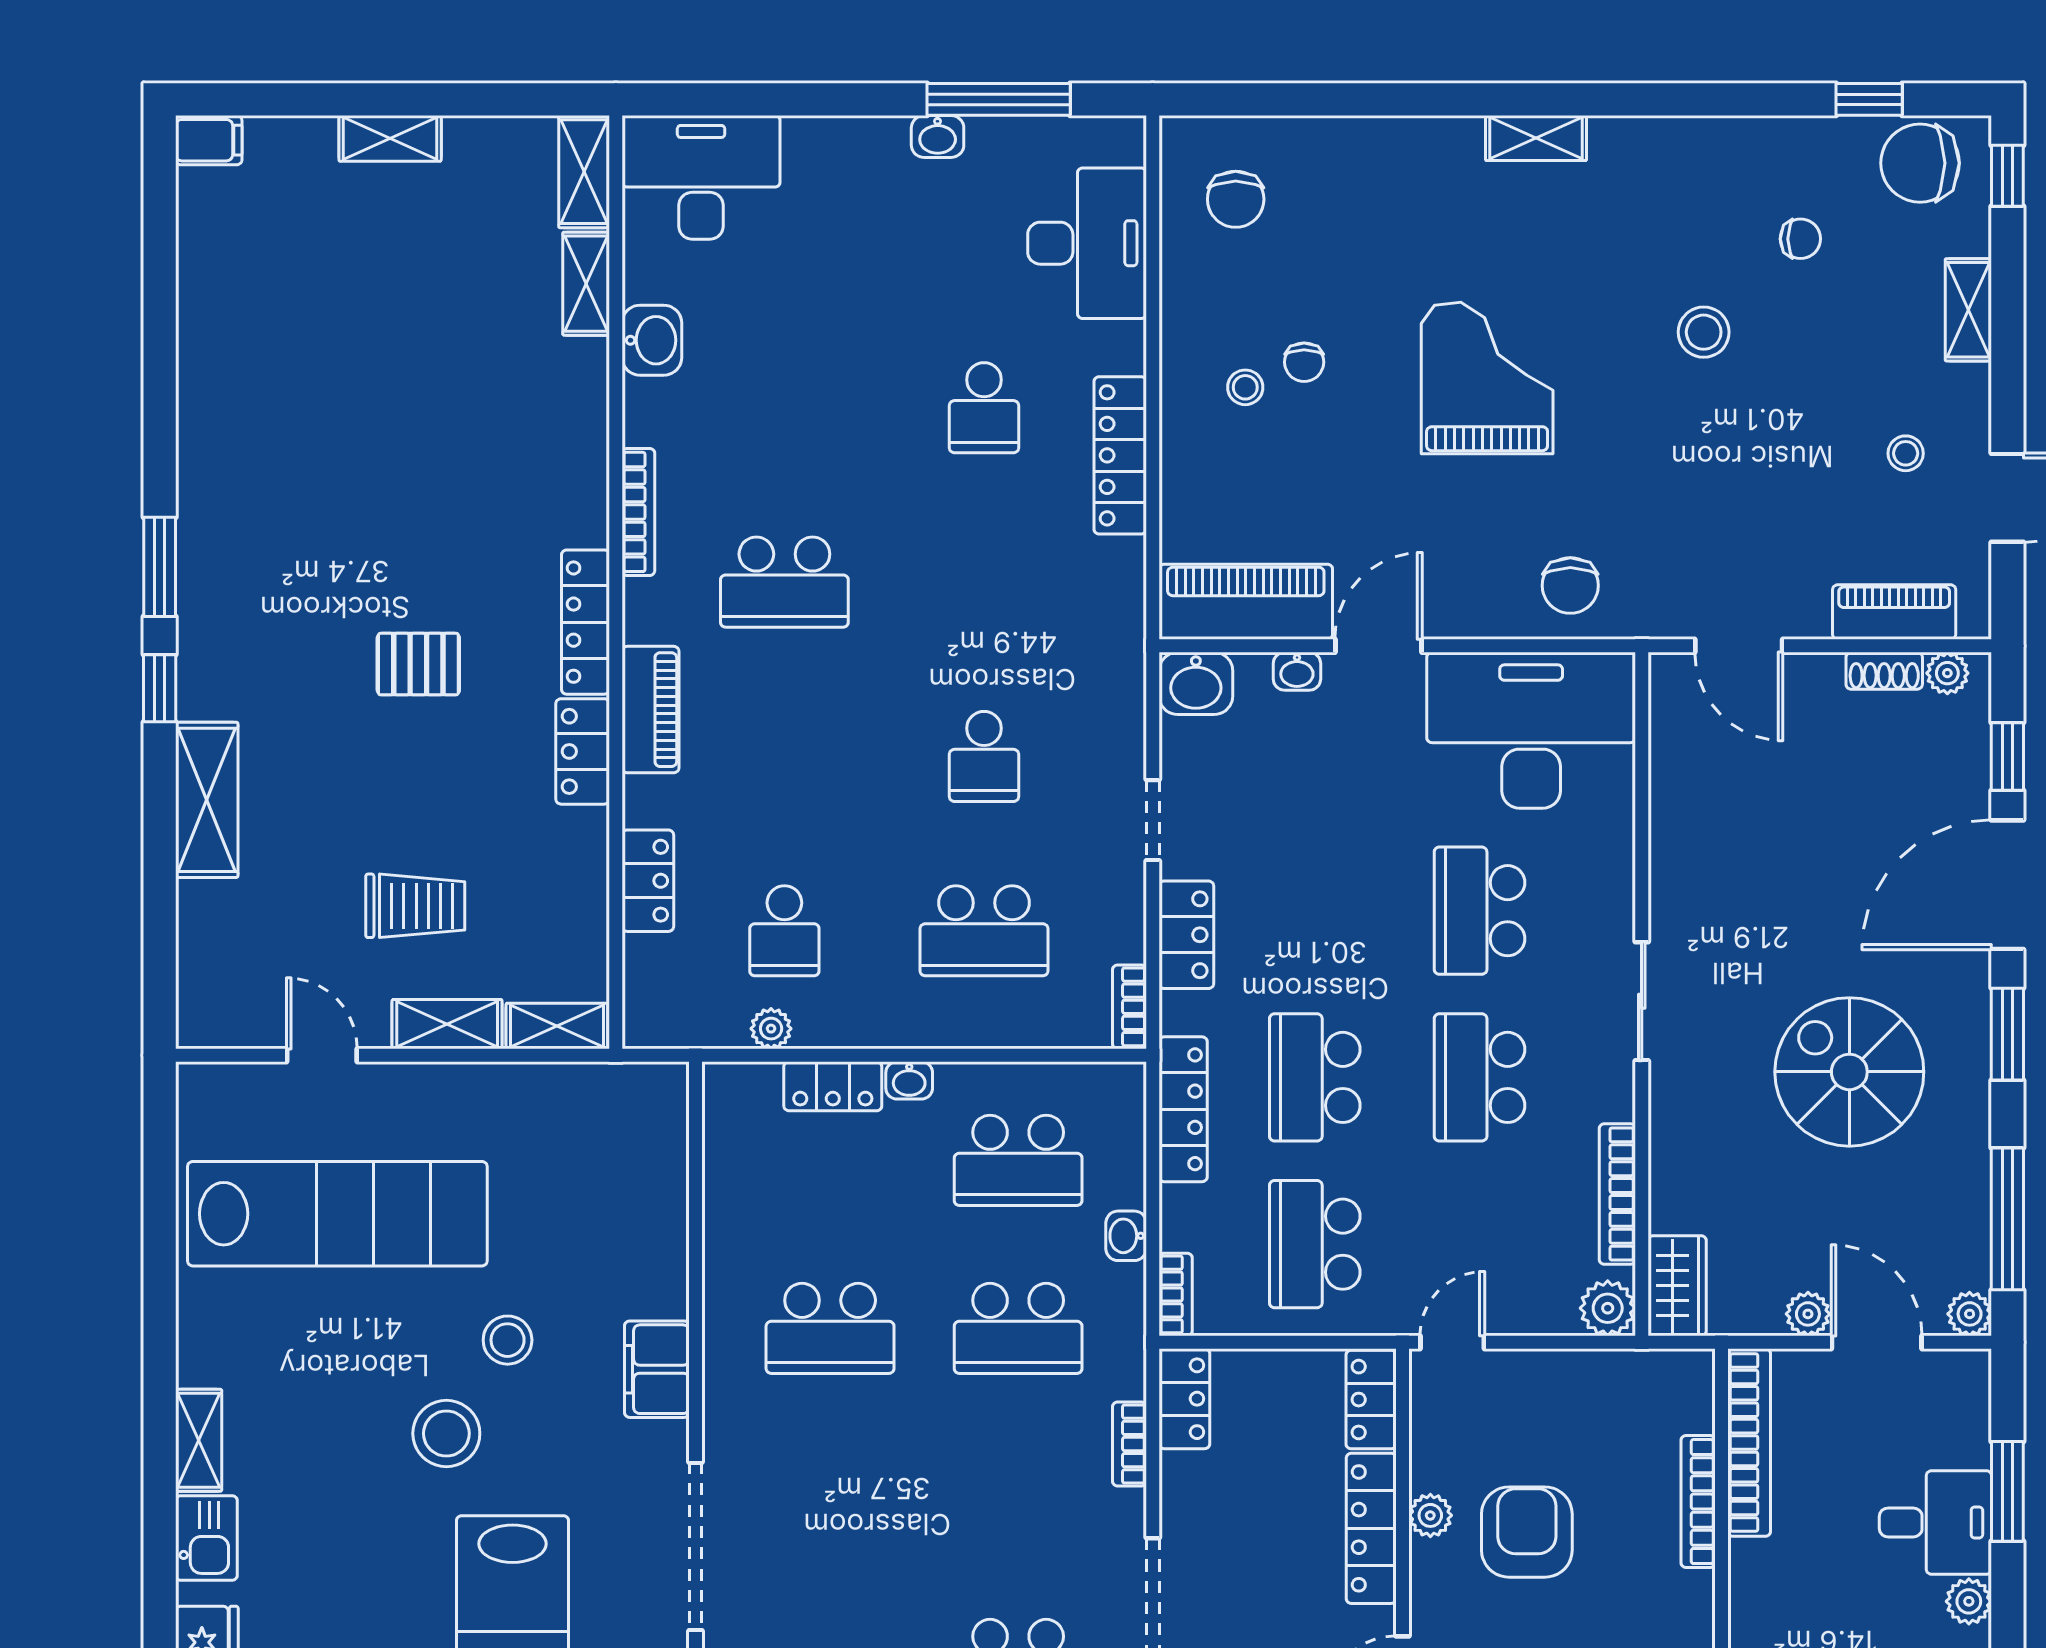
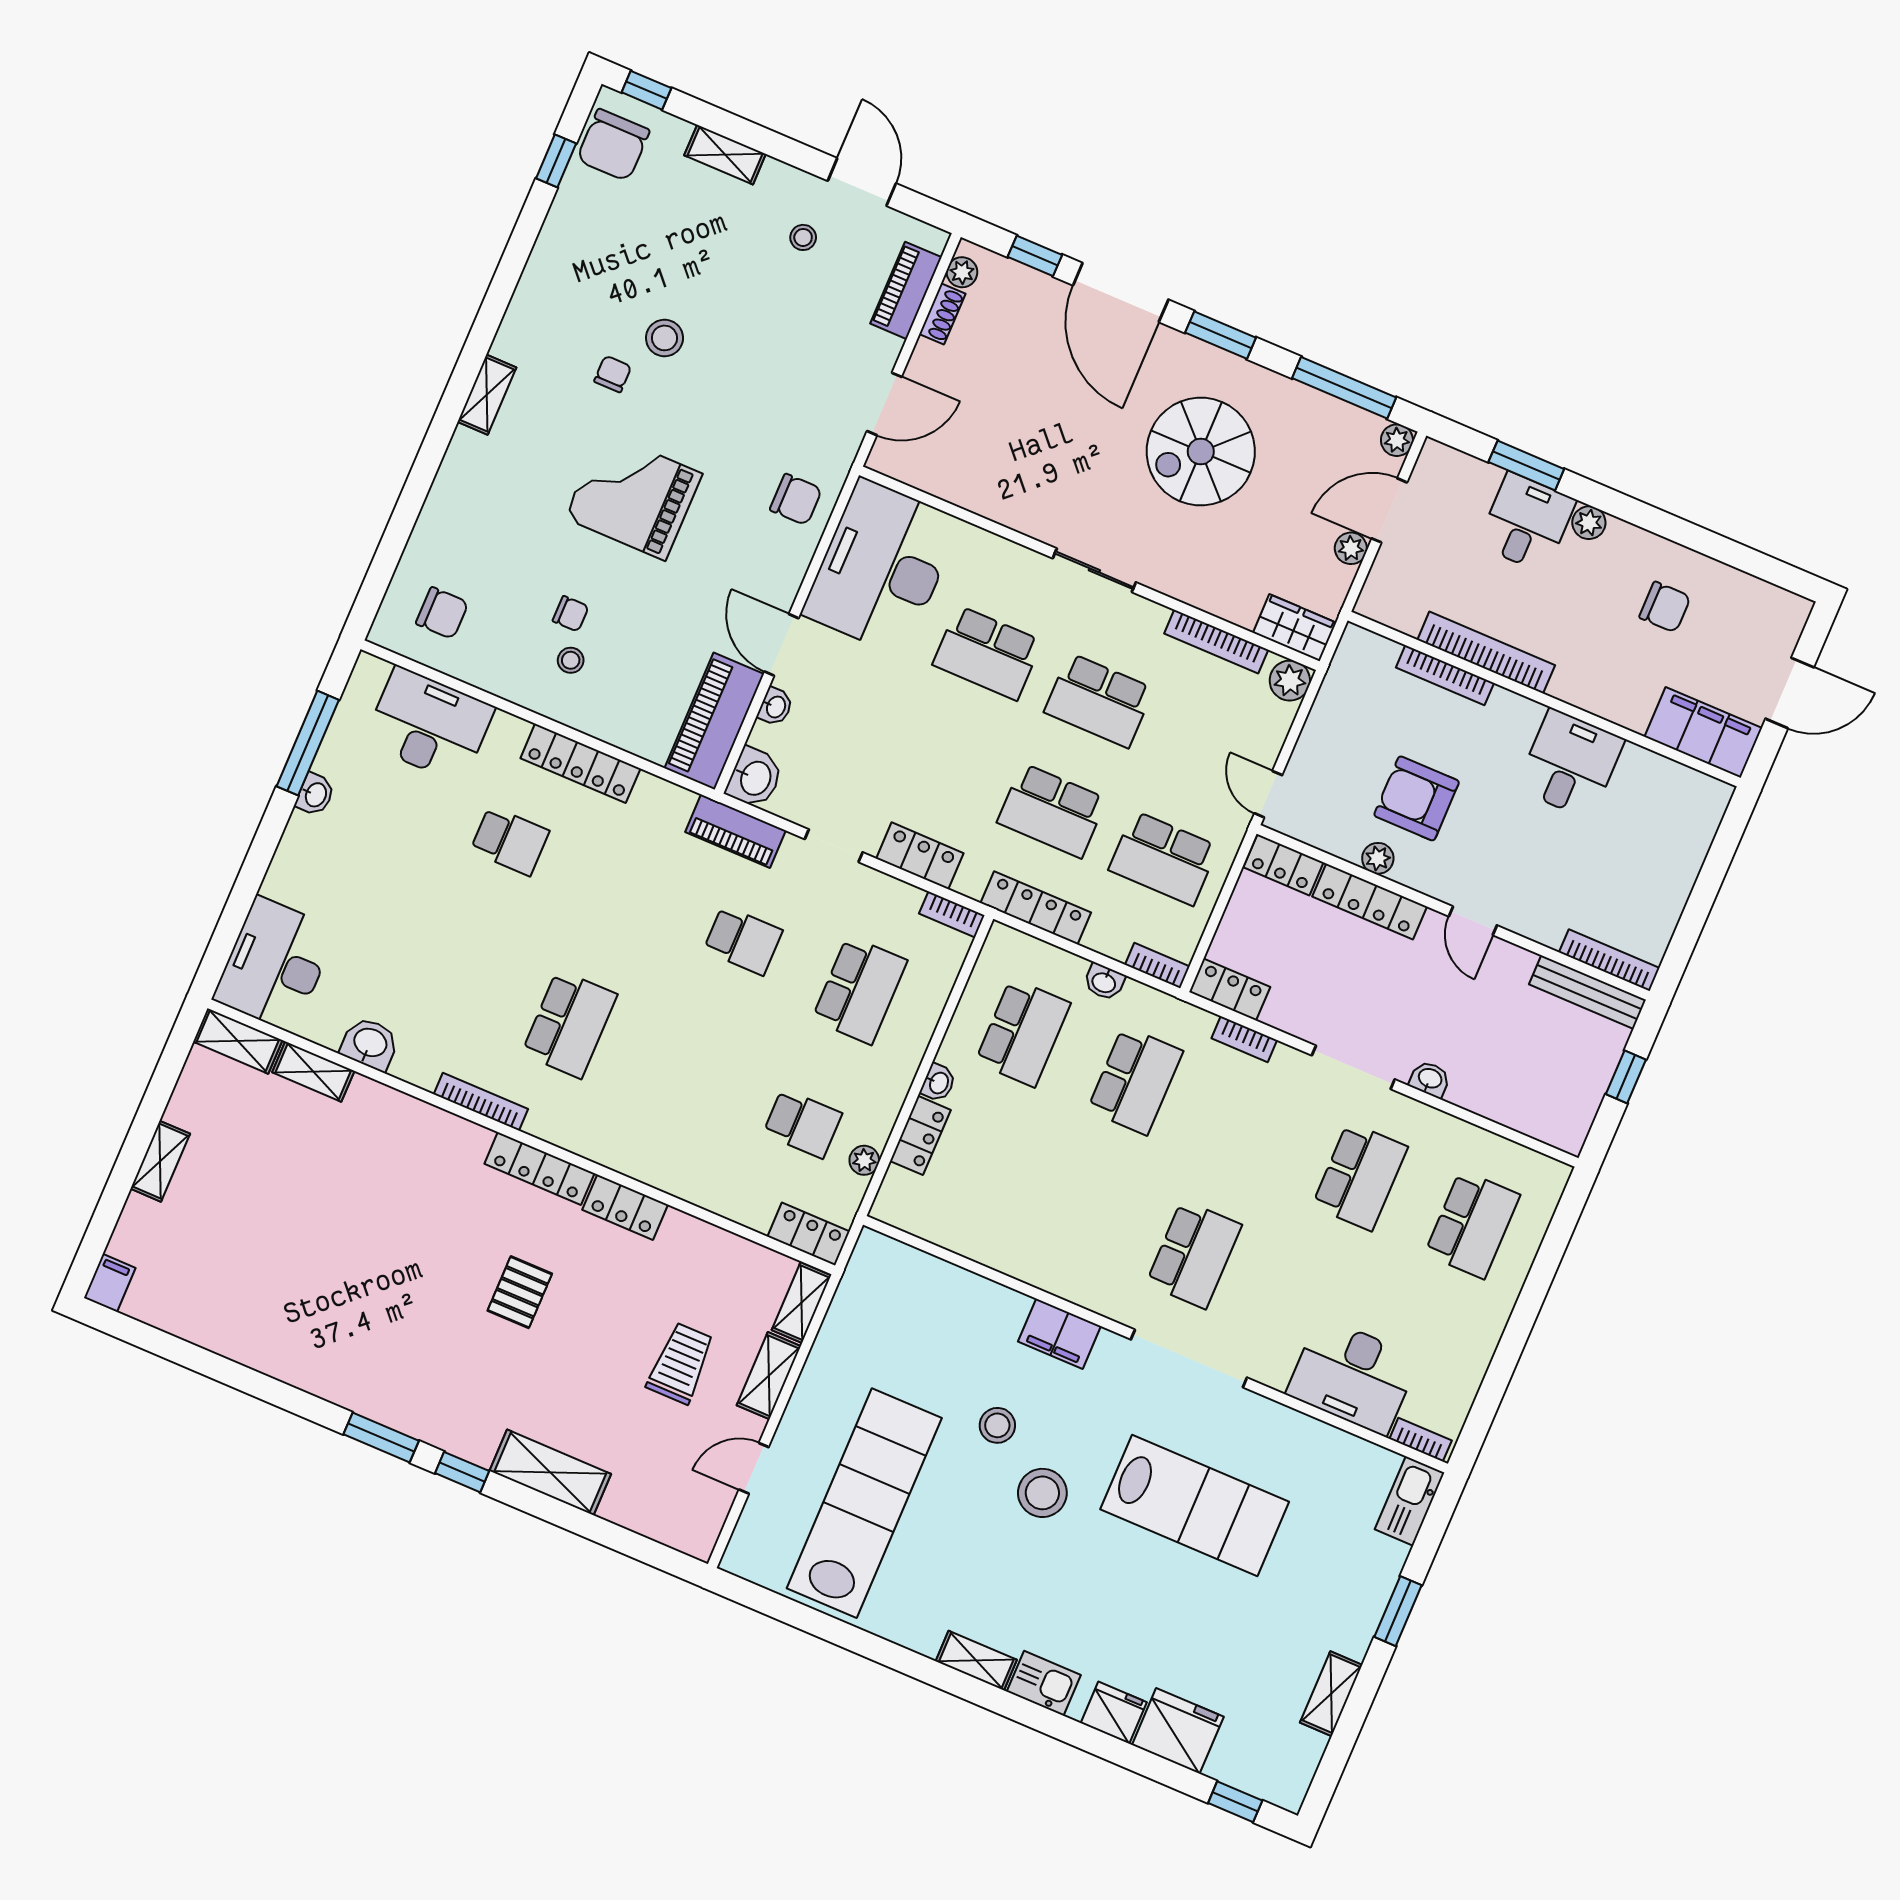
chair: (1800, 239) -> (613, 374), moved
piano: (650, 710) -> (735, 831), moved, turned 180
locker: (648, 881) -> (809, 1234), moved
school desk: (830, 1328) -> (1194, 1254), moved
bookcase: (1749, 1443) -> (1486, 652), moved

